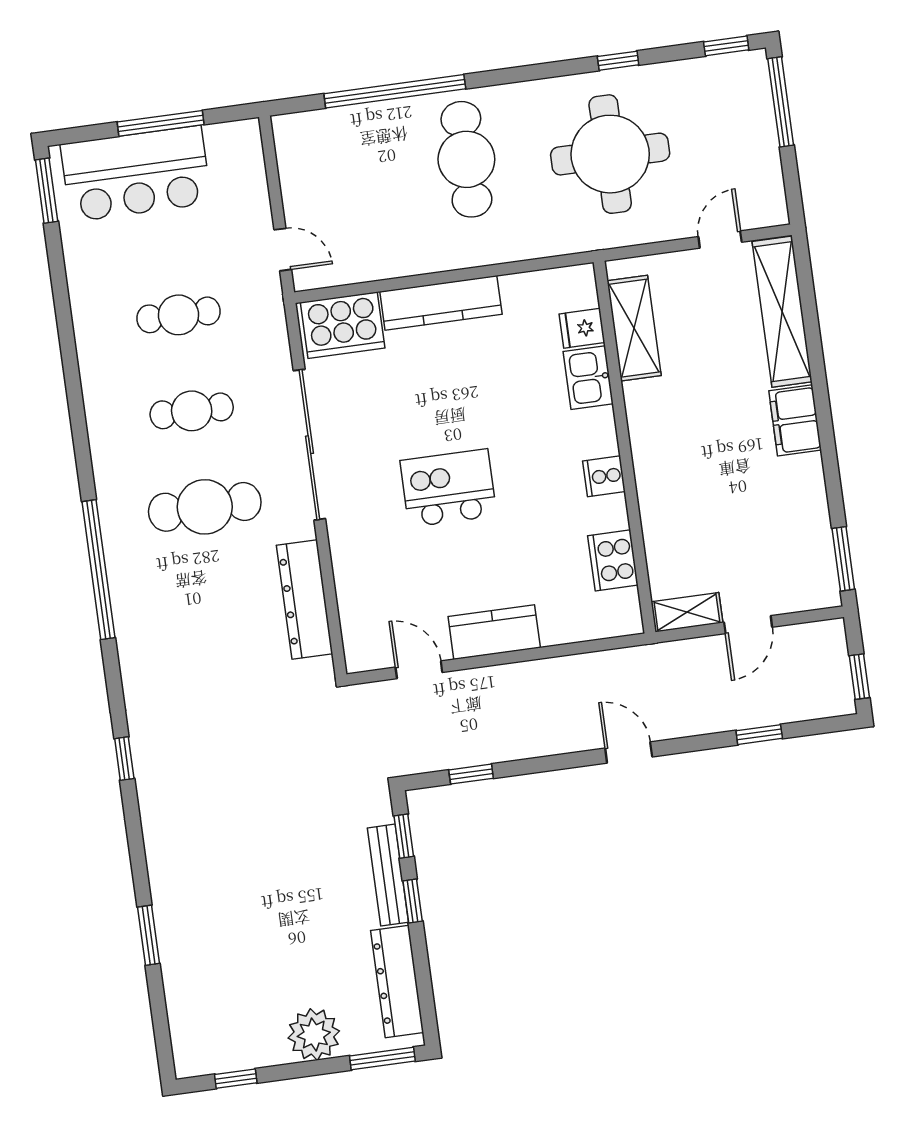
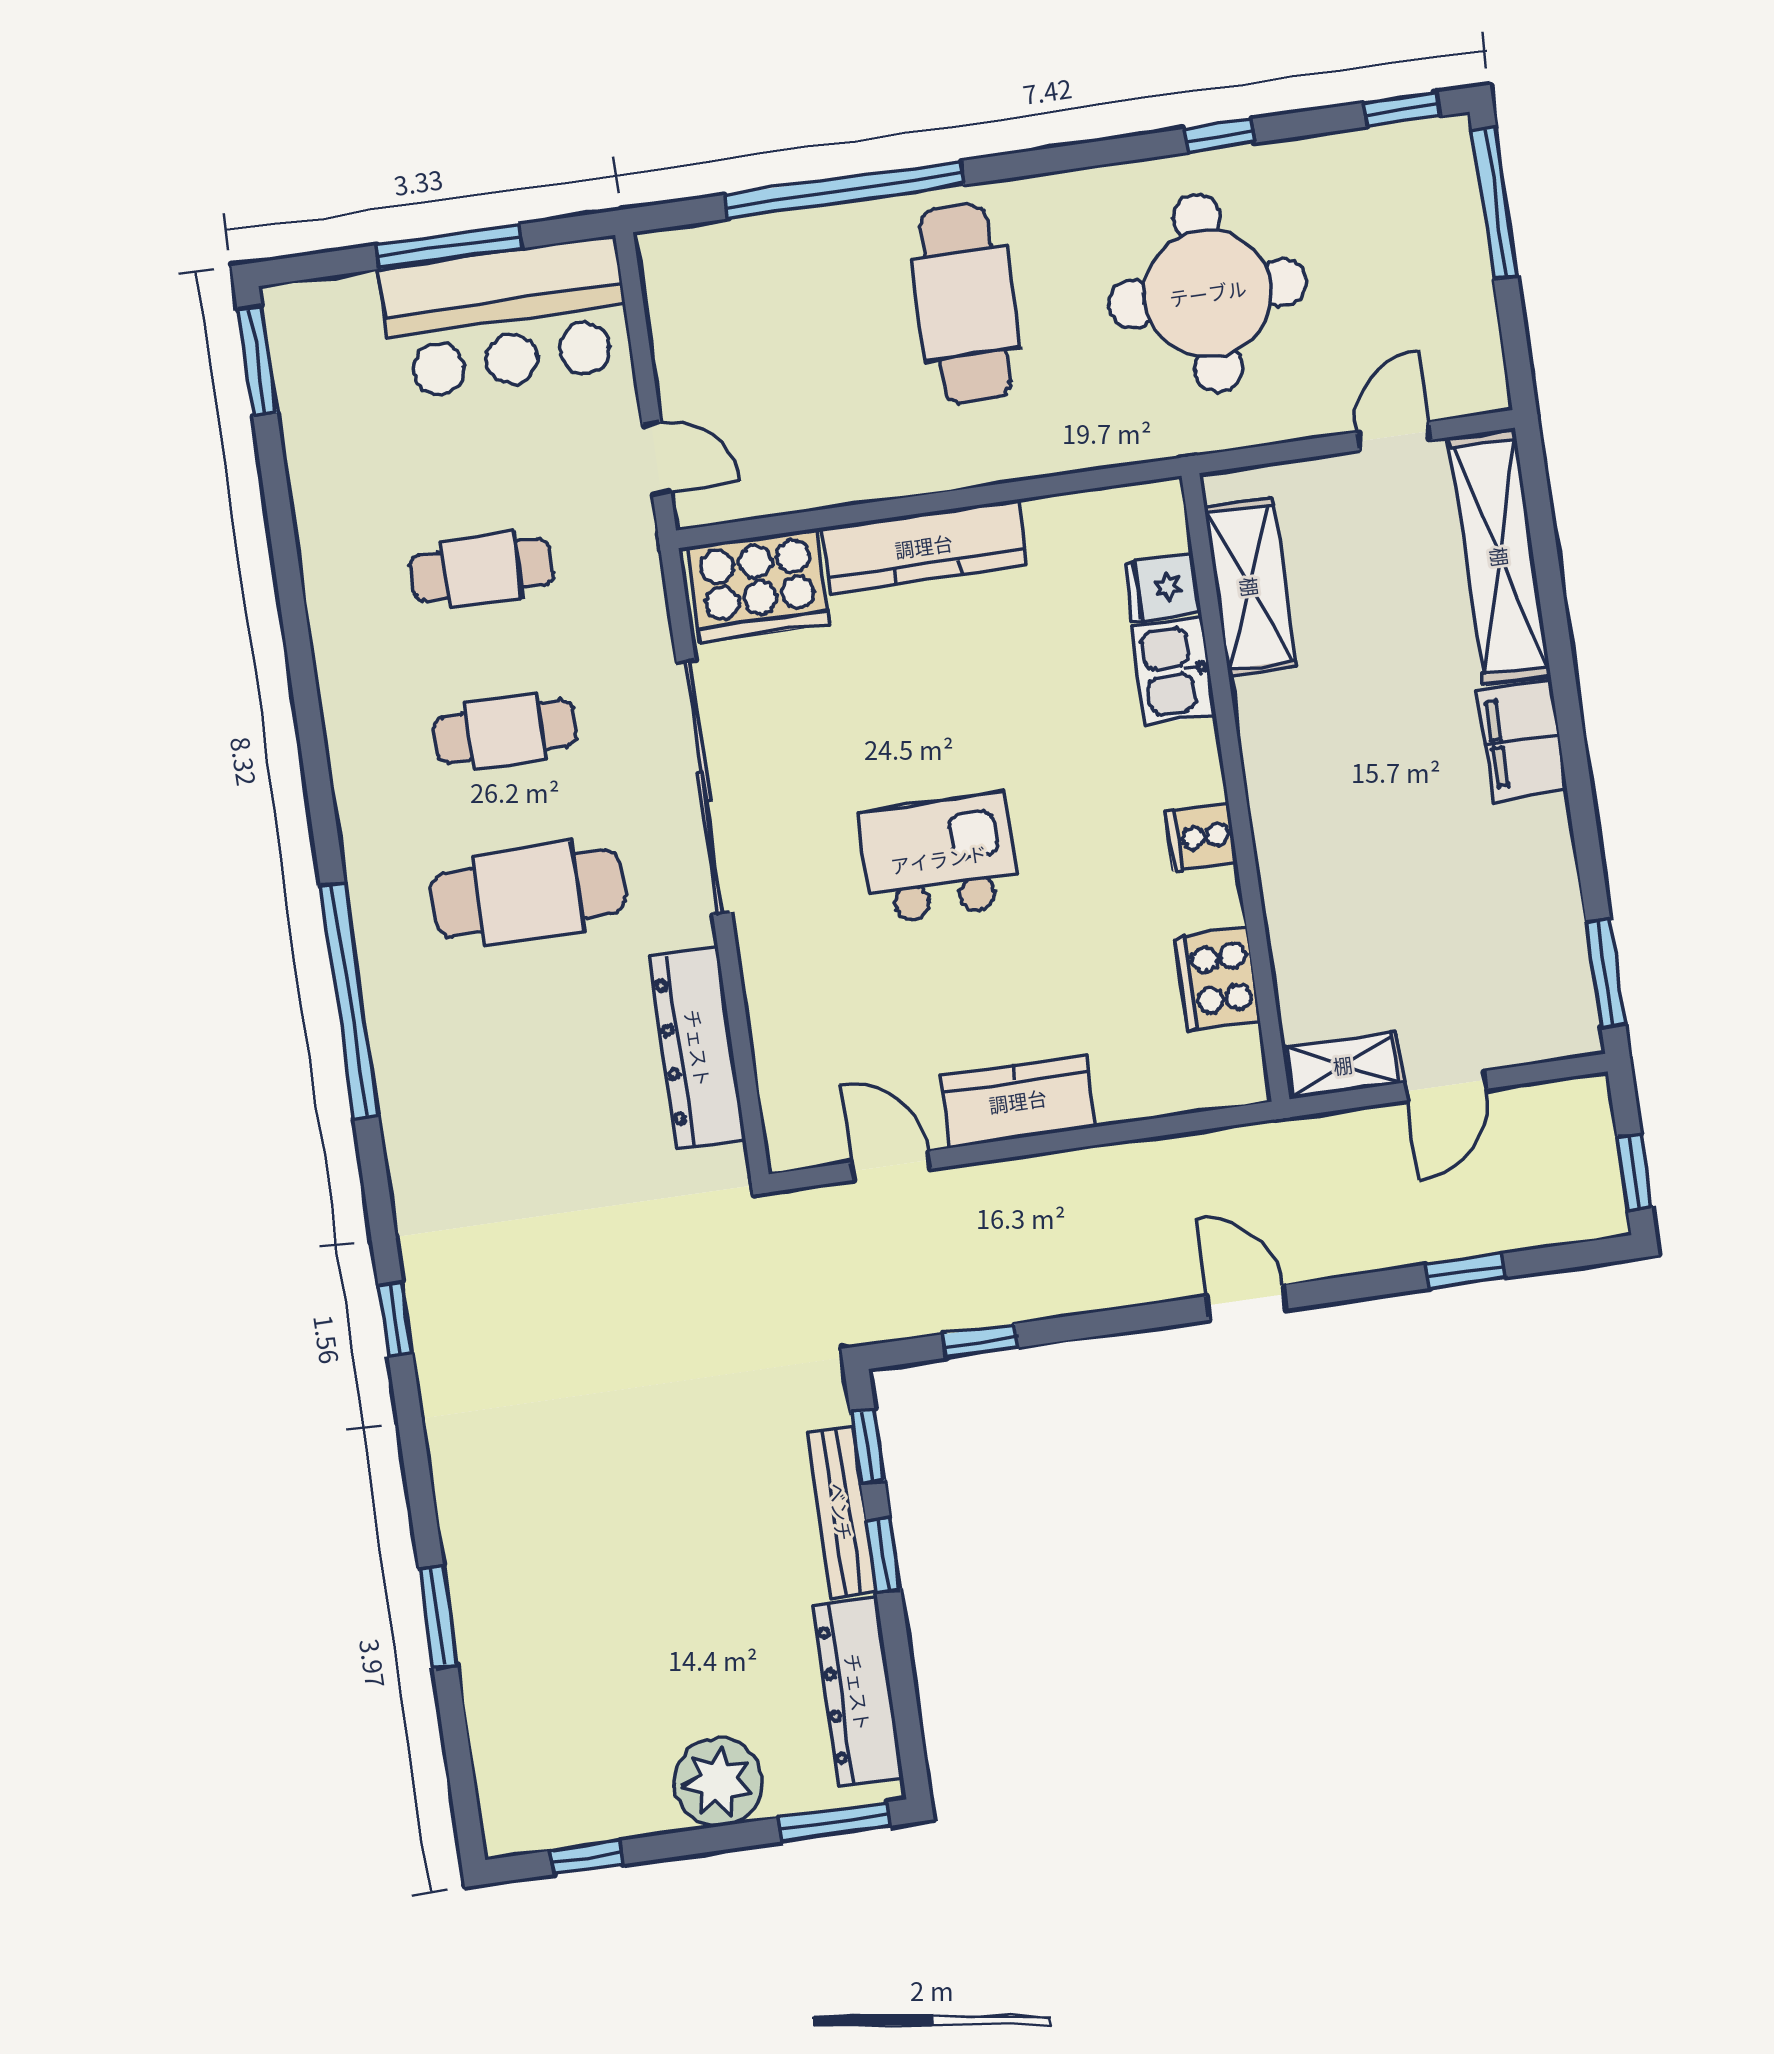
bar counter: (136, 174) -> (506, 318), moved

